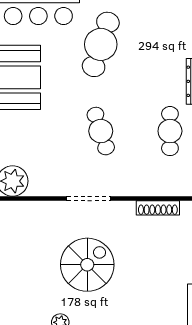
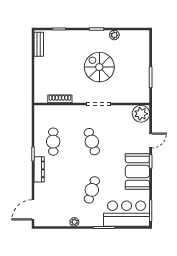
cafe table: (101, 44) -> (92, 190), width x0.73, depth x0.74
spiral stairs: (87, 265) -> (99, 67), turned 90

